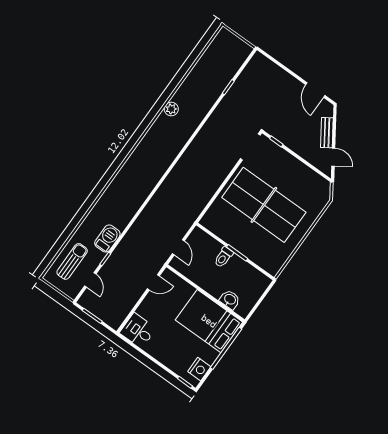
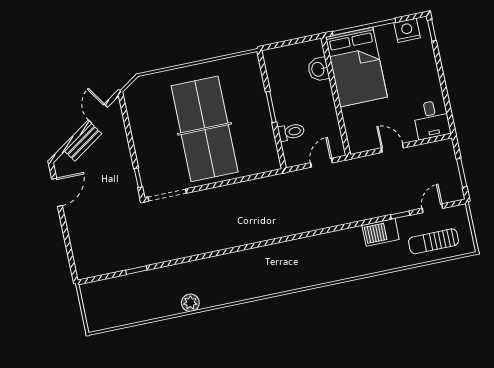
plant: (171, 109) -> (190, 303), moved
toilet: (224, 257) -> (291, 132), moved
door: (153, 282) -> (392, 148), moved

